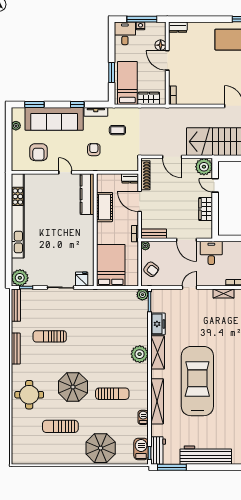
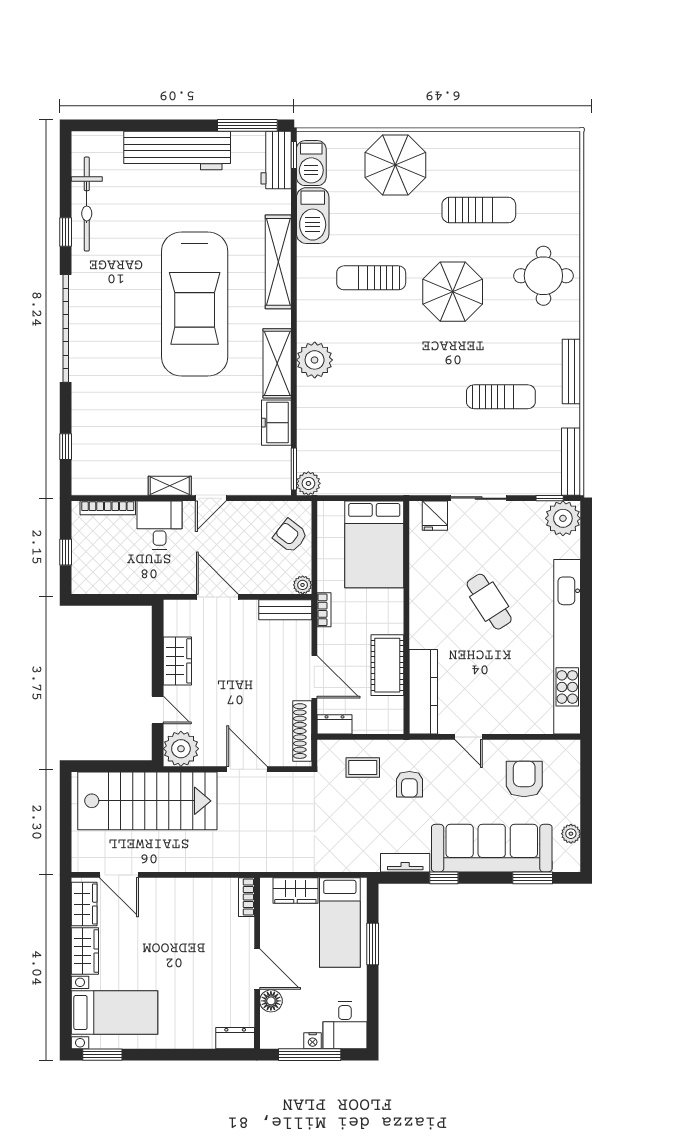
coffee table: (117, 130) -> (363, 768), moved
cafe table: (55, 238) -> (489, 602), added
desk: (211, 253) -> (160, 525), moved, turned 180
shelving: (224, 294) -> (170, 486), moved
barbecue: (143, 417) -> (313, 216), width x1.88, depth x1.53

